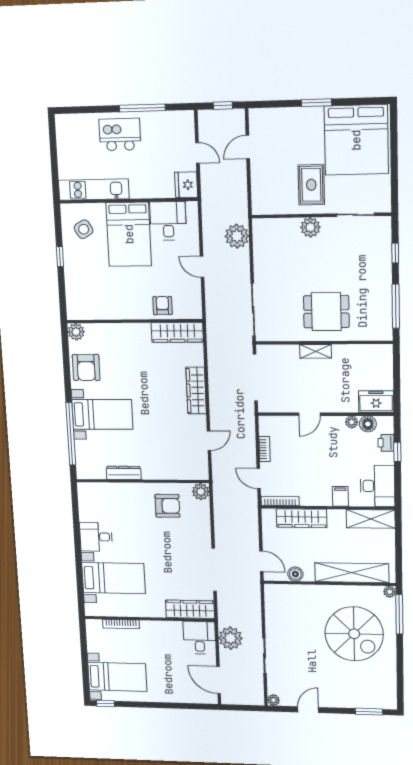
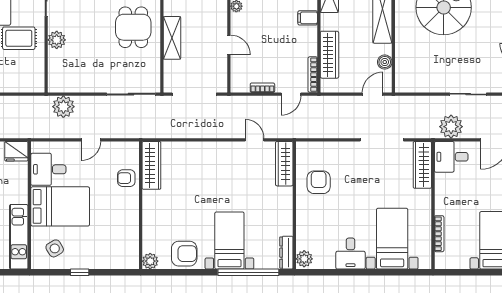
shelving: (316, 351) -> (172, 38), width x1.50, depth x1.33
wardrobe: (196, 391) -> (284, 164), moved, turned 90
dresser: (124, 473) -> (286, 253), moved
plant: (201, 492) -> (304, 259), moved

